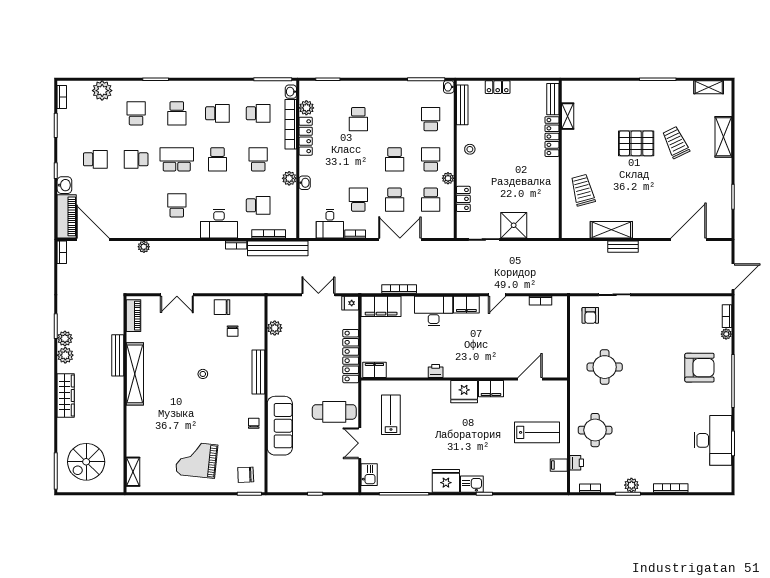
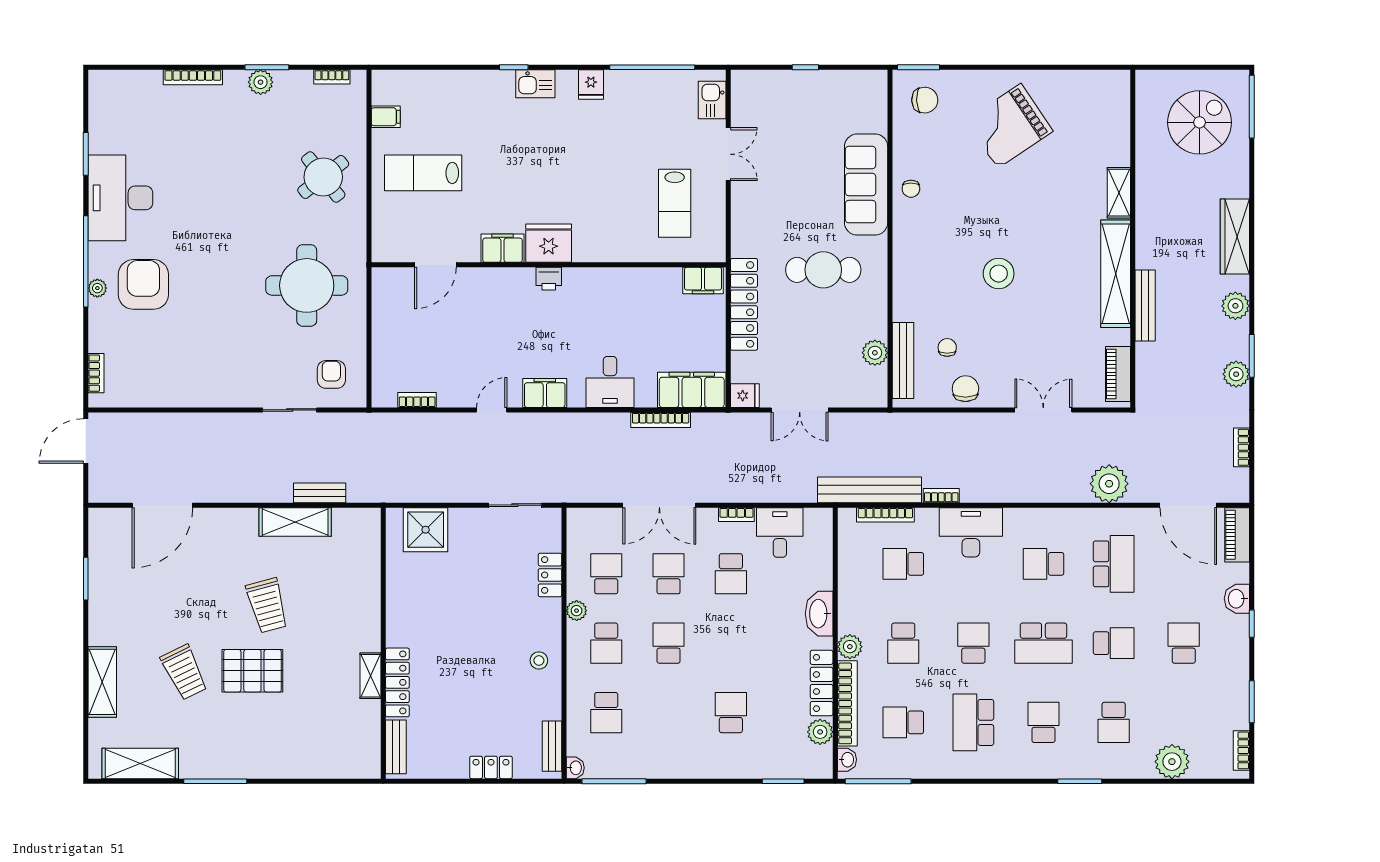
shelving: (709, 87) -> (140, 763), width x1.50, depth x1.33
bench: (462, 105) -> (552, 746), width x0.73
school desk: (217, 113) -> (973, 722), width x1.85
shelving: (568, 116) -> (371, 676), moved
school desk: (95, 159) -> (1184, 643), turned 90
plant: (289, 178) -> (850, 647), moved
washbasin: (305, 183) -> (819, 614), width x1.91, depth x1.45
trolley: (583, 190) -> (267, 605), moved
school desk: (136, 205) -> (1114, 564), added
school desk: (177, 205) -> (1043, 564), turned 90
piano: (67, 216) -> (1237, 535), width x0.73, depth x0.75
shower: (514, 225) -> (426, 530), moved
plant: (144, 247) -> (1109, 484), width x1.88, depth x1.88
bench: (623, 247) -> (320, 493), moved
bookcase: (62, 252) -> (1241, 447), moved
chair: (222, 307) -> (965, 389), turned -91
desk: (434, 311) -> (610, 382), width x0.73
plant: (726, 334) -> (97, 288), moved
plant: (65, 338) -> (1236, 374), moved
round table: (605, 367) -> (307, 285), width x1.36, depth x1.36
armchair: (699, 368) -> (143, 284), turned 90
printer: (436, 371) -> (549, 279), moved
bench: (258, 372) -> (903, 361), moved
stool: (203, 374) -> (999, 274), width x1.89, depth x1.89
cafe table: (334, 412) -> (823, 270), moved
round table: (595, 430) -> (323, 177), turned -38
desk: (713, 440) -> (120, 198), moved
grand piano: (197, 460) -> (1009, 126), turned 140
printer: (577, 463) -> (355, 121), removed
shelving: (133, 472) -> (1119, 193), moved
fridge: (446, 481) -> (591, 84), width x0.53, depth x0.75

